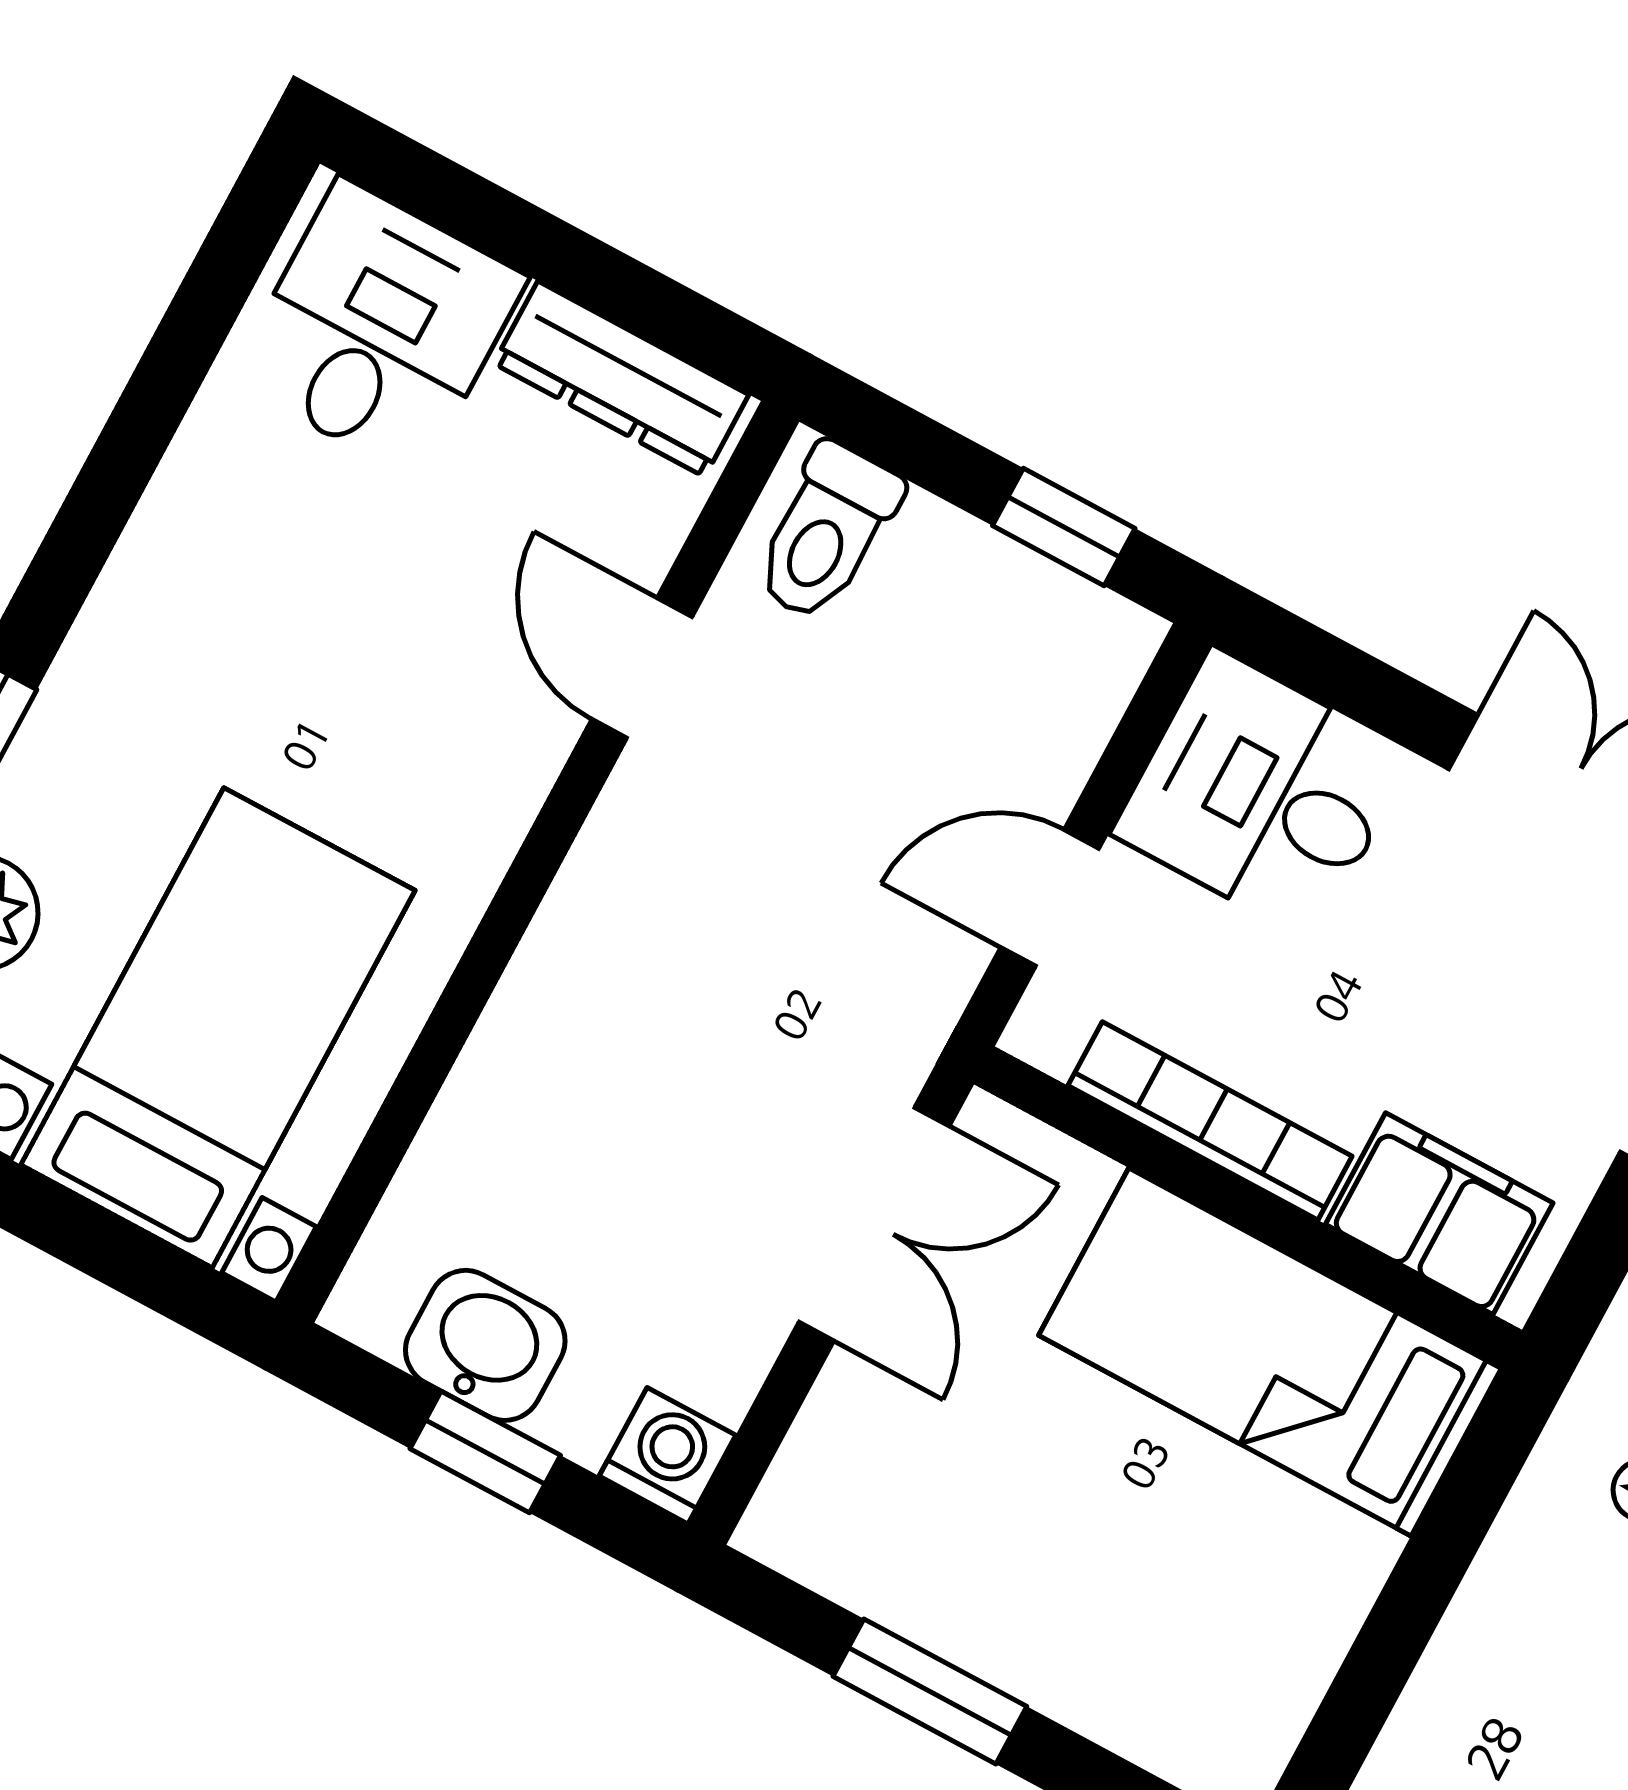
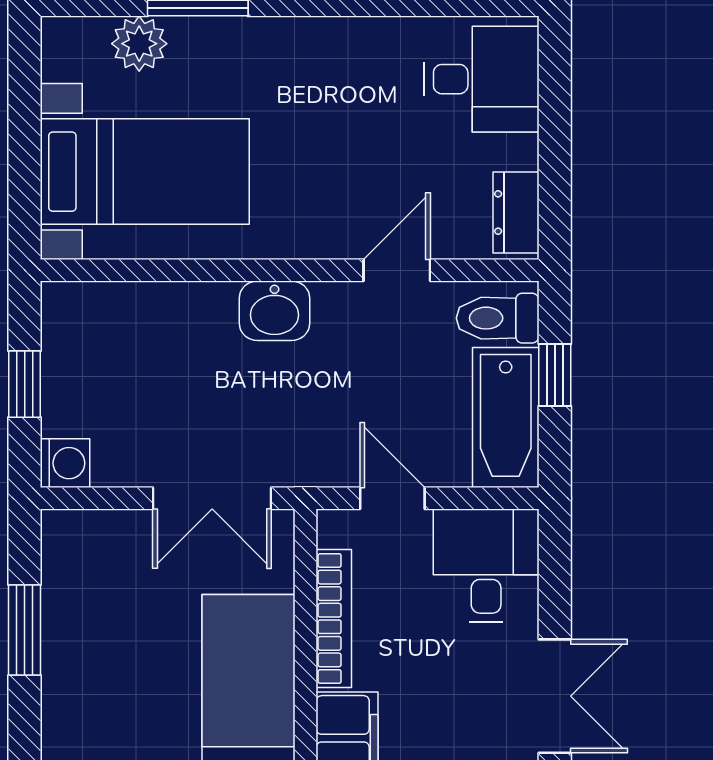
dresser: (621, 379) -> (516, 213), width x0.70
window: (1064, 527) -> (555, 375), moved
bathtub: (1014, 614) -> (506, 418), added
washbasin: (485, 1345) -> (275, 311), moved, turned 90

